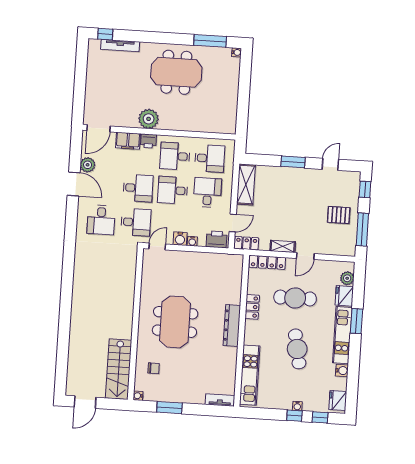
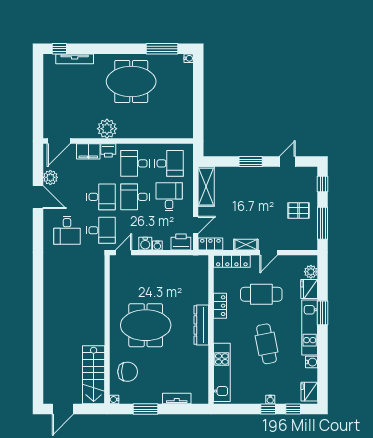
meeting table: (175, 322) -> (146, 325), turned 90
chair: (154, 368) -> (128, 372), width x1.87, depth x1.87
tv unit: (220, 400) -> (177, 399), moved

